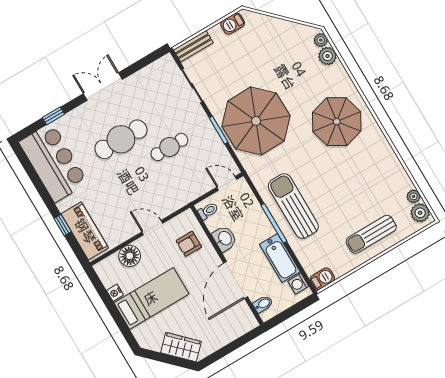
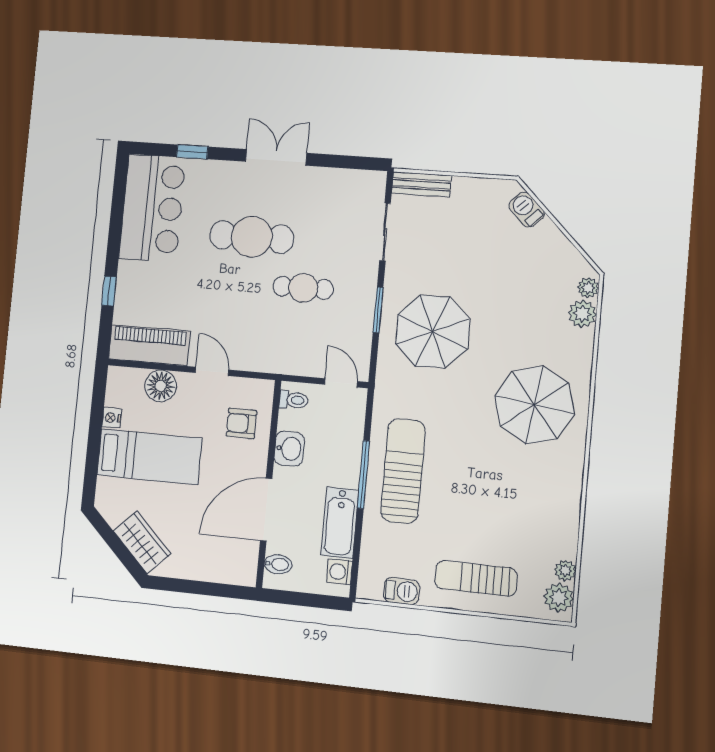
barbecue: (233, 24) -> (527, 210), moved, turned 45
parasol: (256, 121) -> (433, 331), width x0.73, depth x0.73
piano: (85, 231) -> (149, 345), moved, turned -90
barbecue: (322, 279) -> (402, 591), moved

